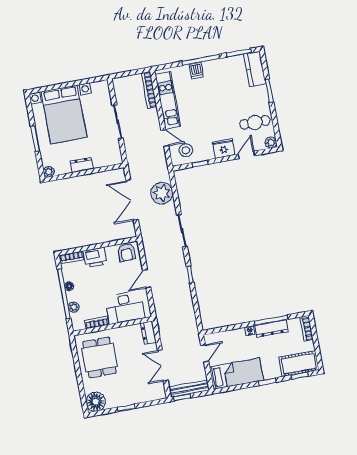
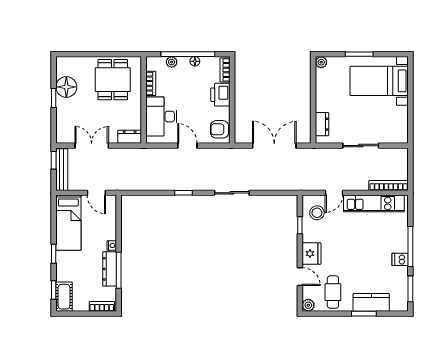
kitchen counter: (255, 69) -> (371, 302), moved
dishwasher: (196, 70) -> (400, 259), moved
bed with nightstands: (64, 114) -> (379, 81), width x0.73
dresser: (82, 165) -> (322, 124), moved
plant: (162, 193) -> (276, 179), removed
dining table: (99, 357) -> (113, 80), turned 90
cot: (299, 364) -> (64, 297), width x0.73, depth x0.75
floor lamp: (96, 402) -> (66, 87), moved

